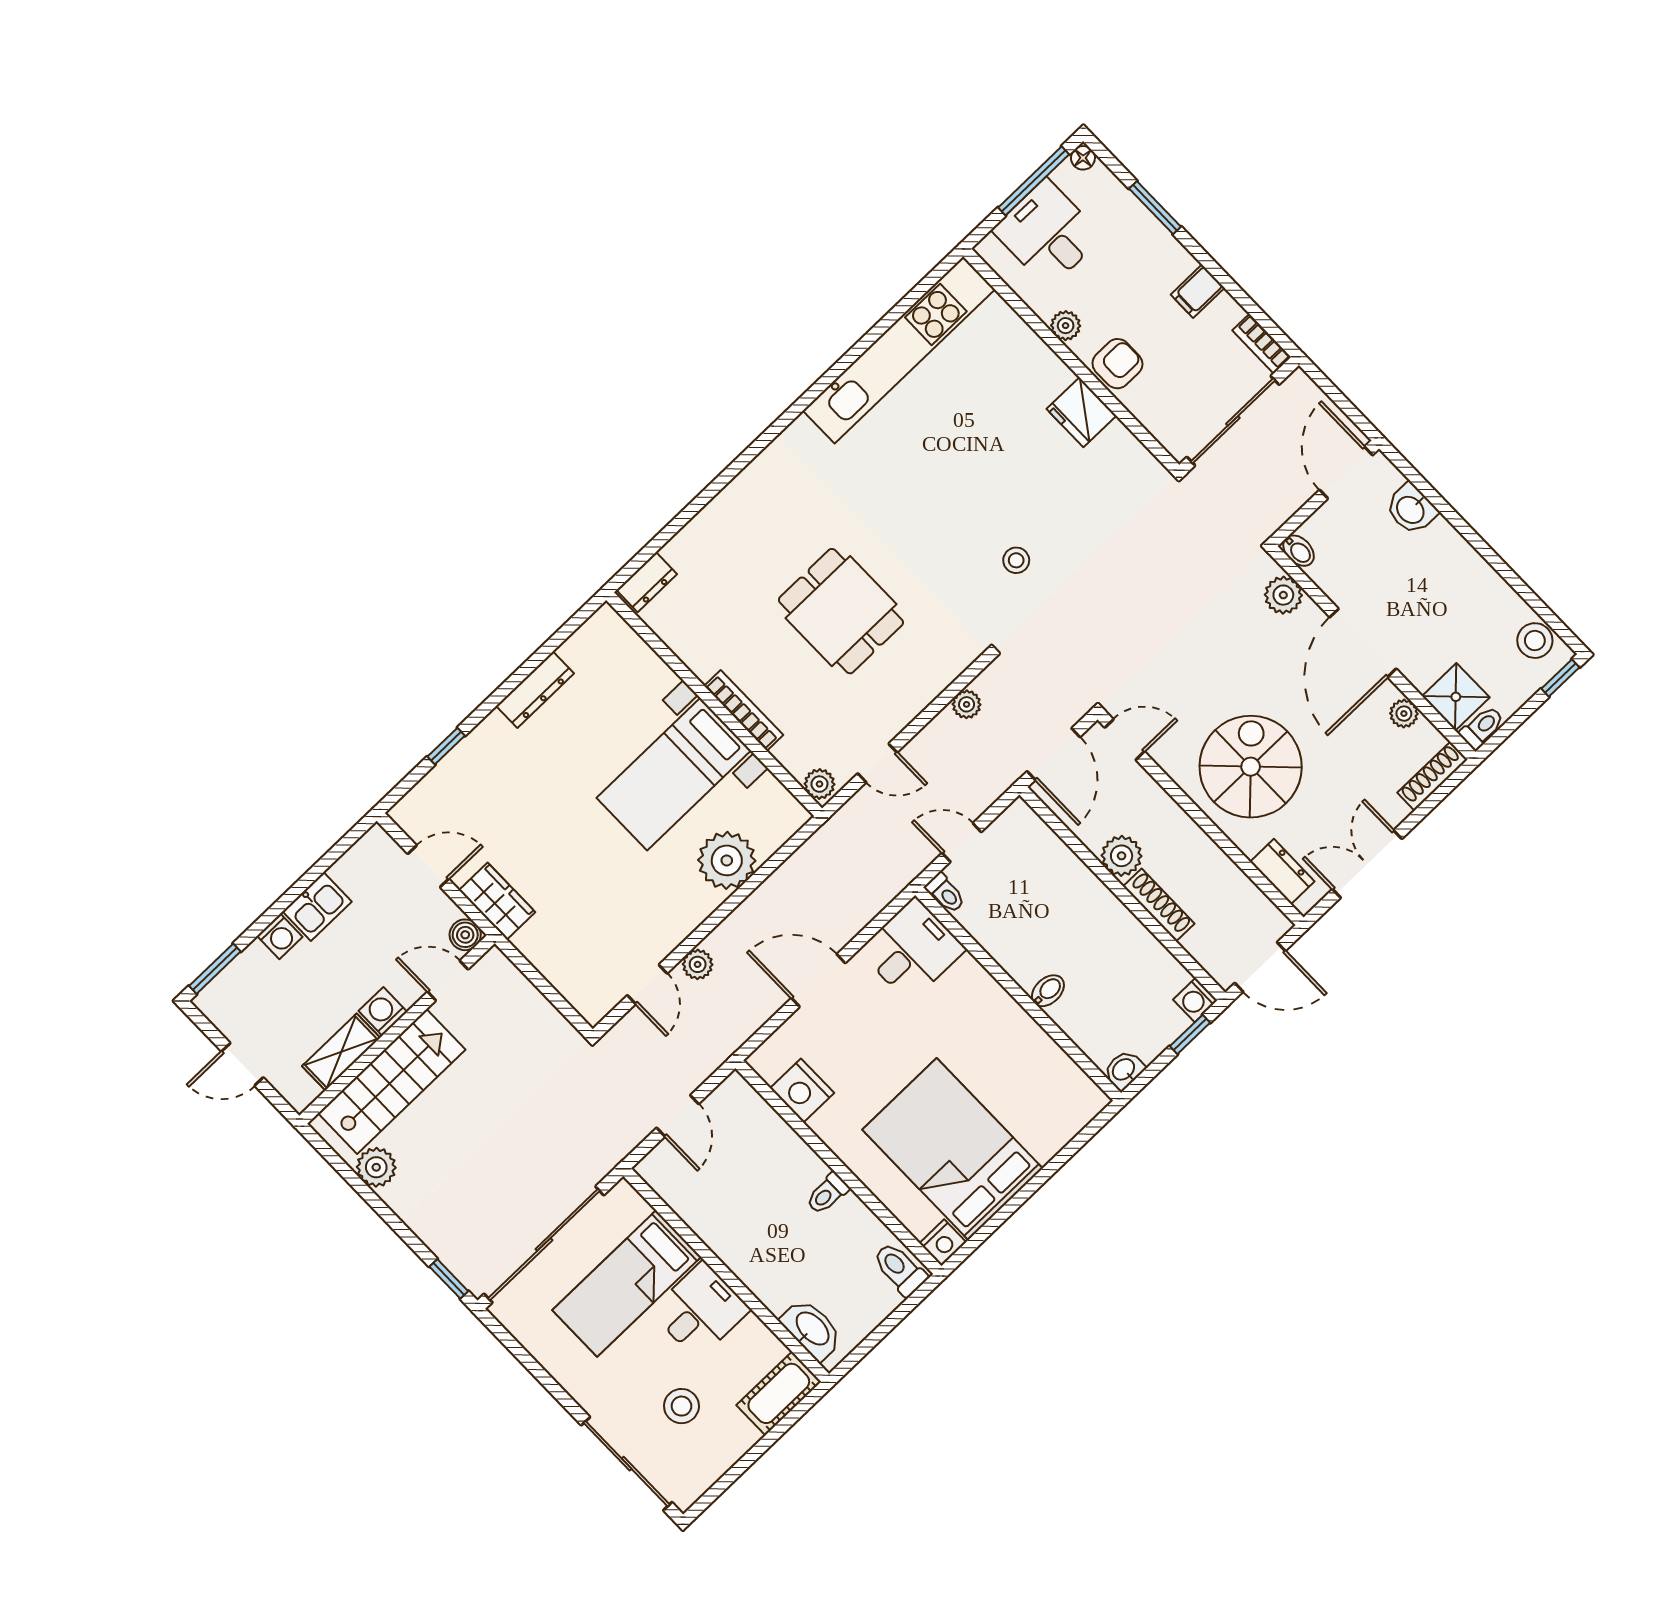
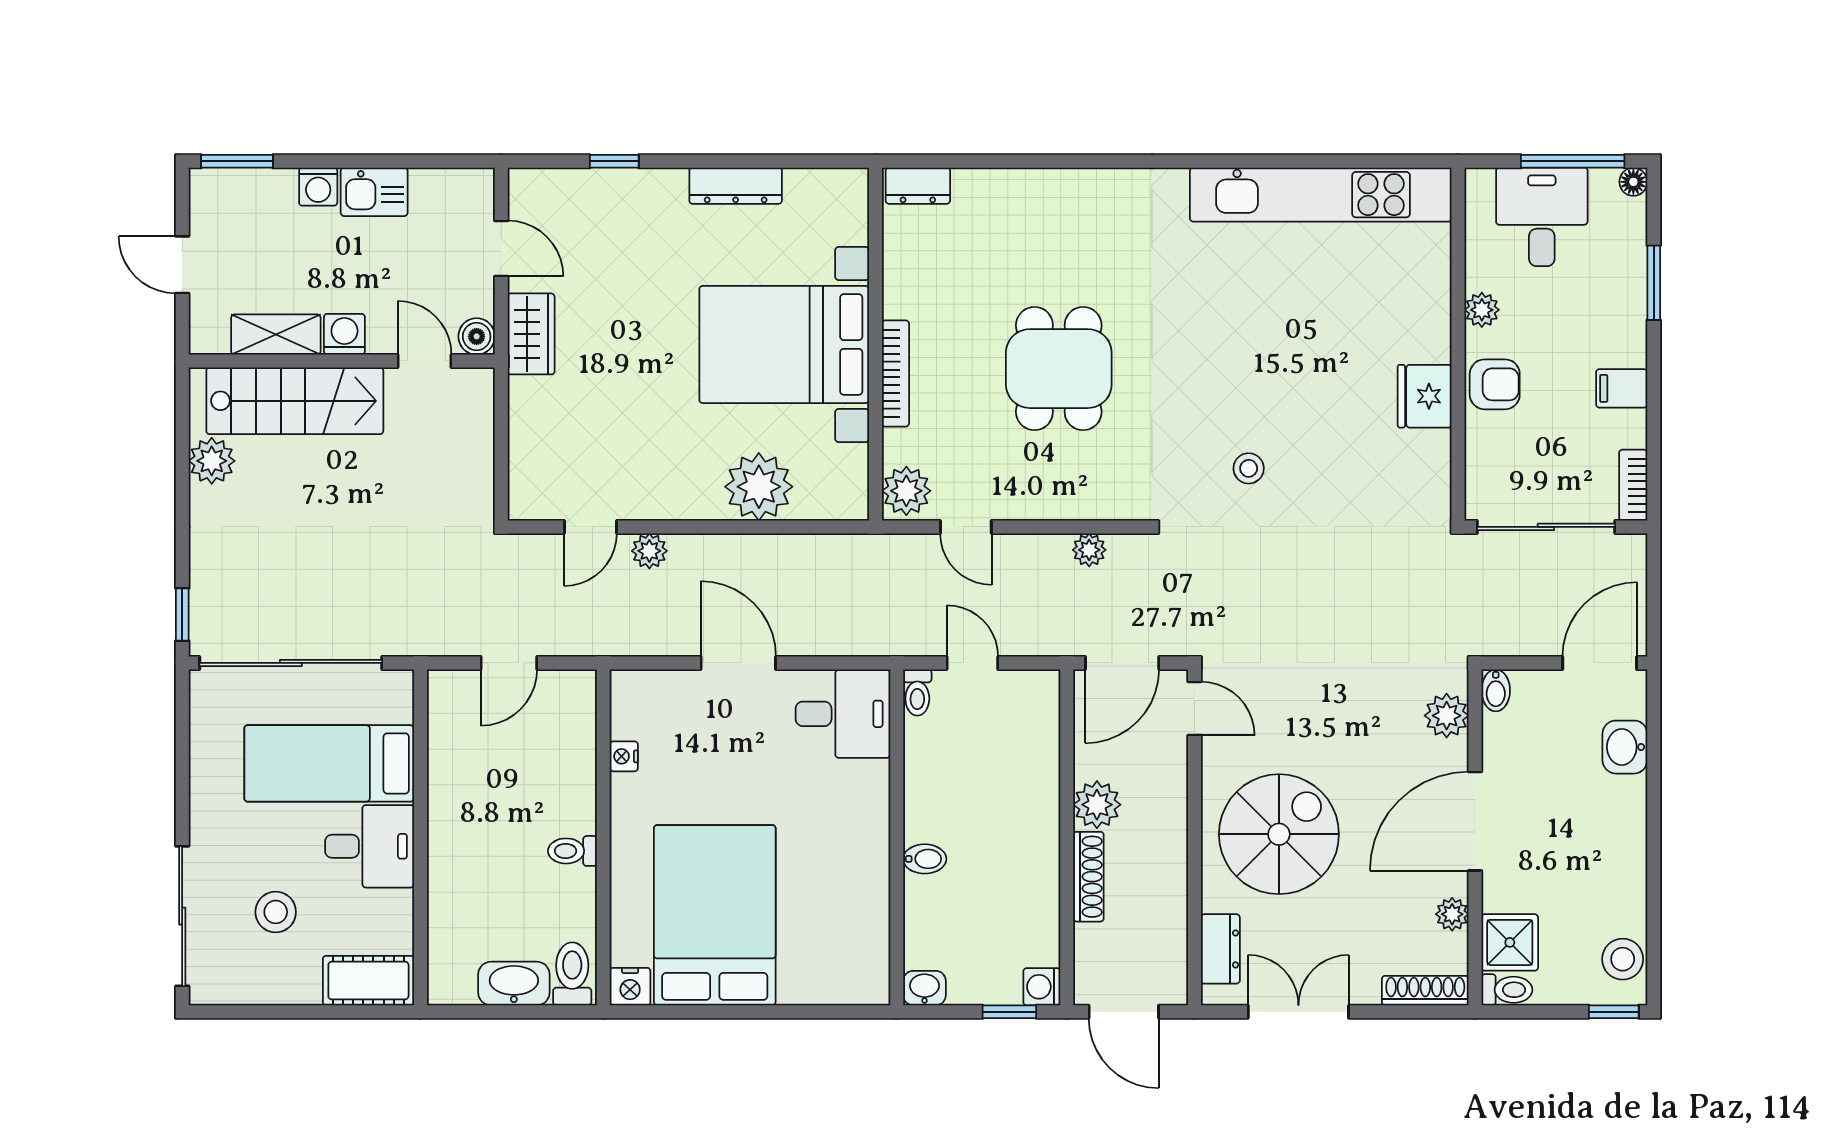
bed with nightstands: (674, 774) -> (784, 344), width x1.36
plant: (819, 784) -> (906, 491), width x1.38, depth x1.38
nightstand: (802, 1091) -> (624, 756), width x0.53, depth x0.56
washbasin: (812, 1329) -> (514, 983), moved, turned -90

